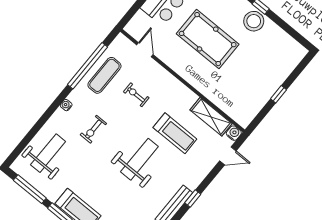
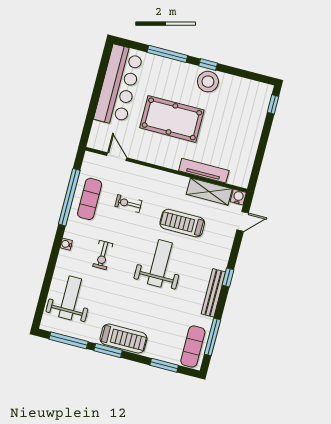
window: (279, 94) -> (273, 104), moved
tv unit: (215, 97) -> (204, 171), added
treadmill: (175, 133) -> (182, 223), turned 180

